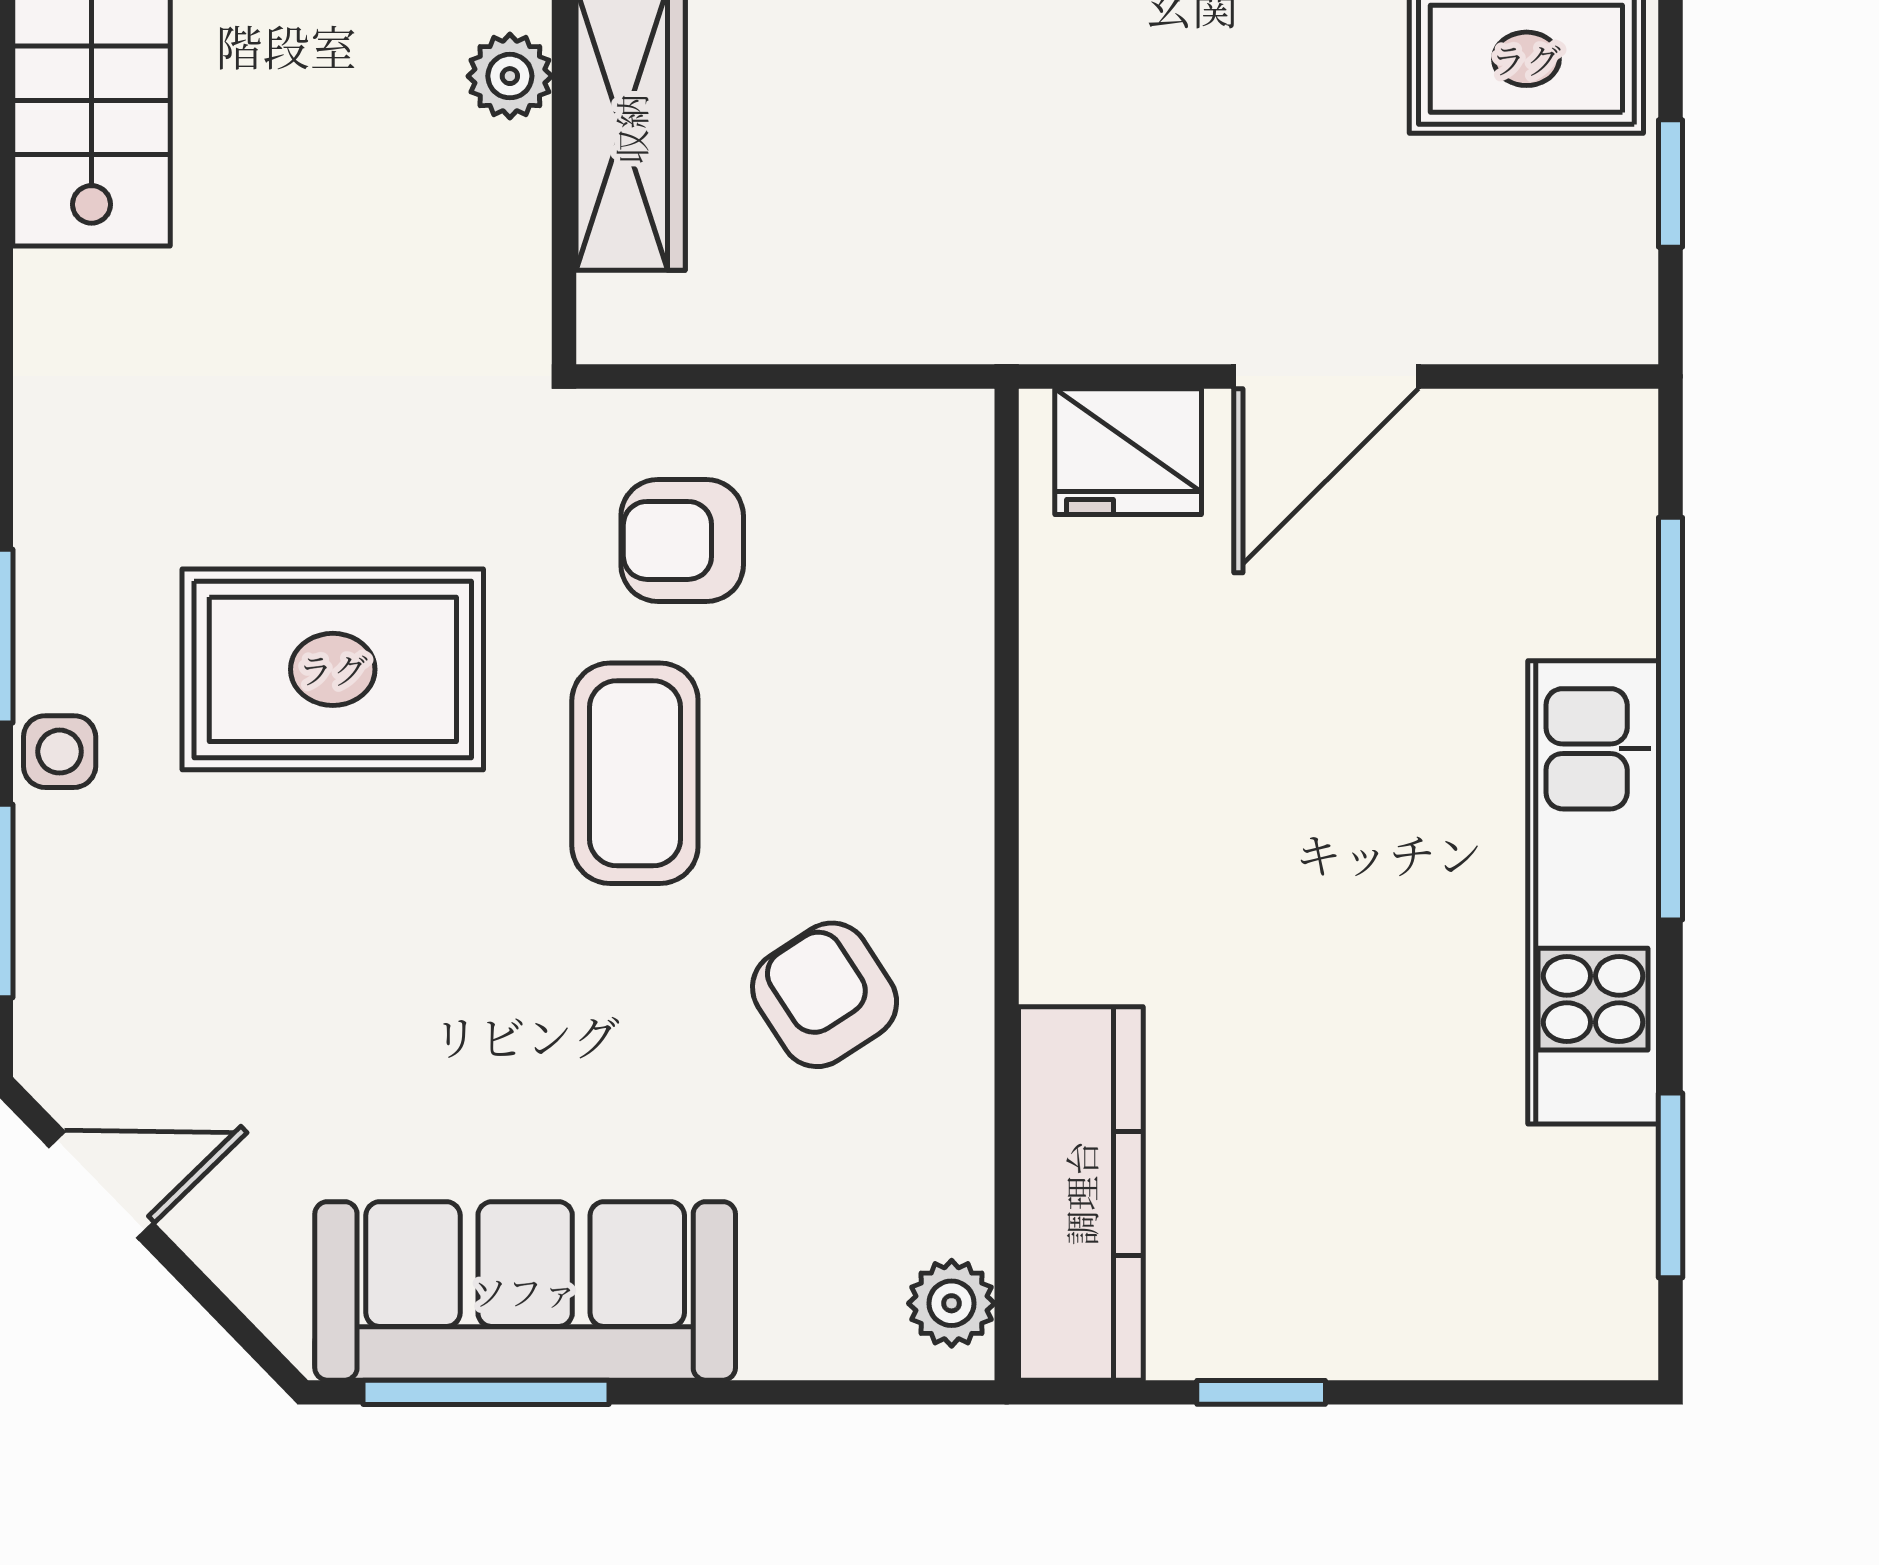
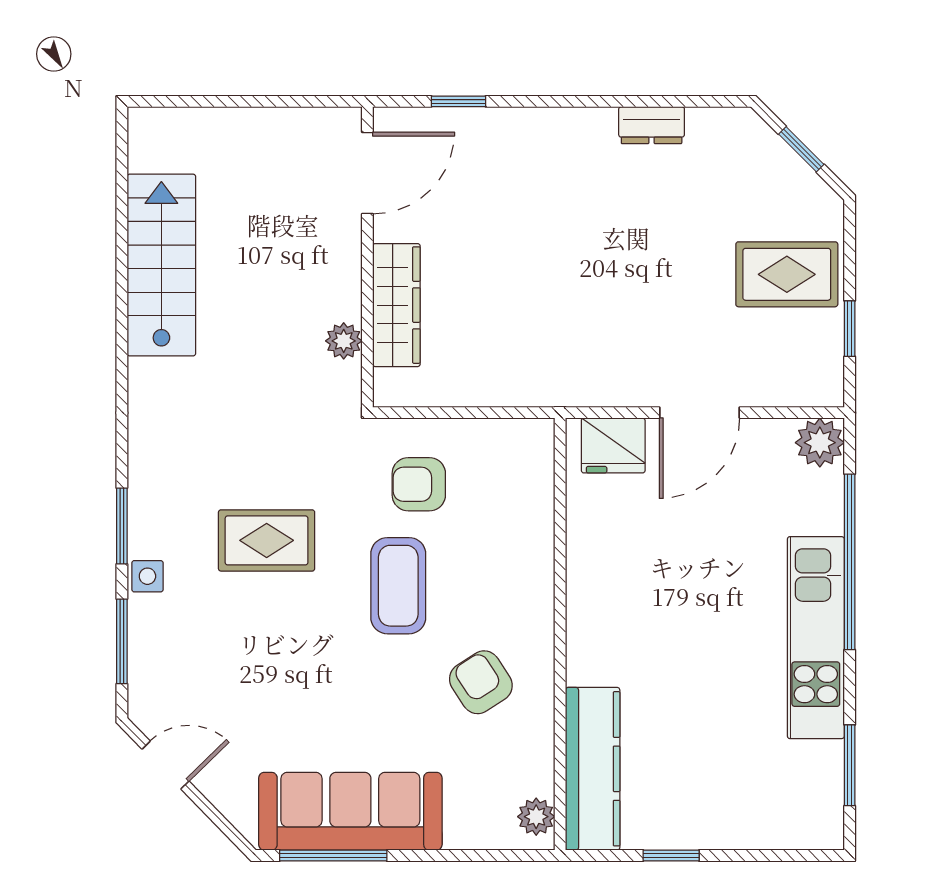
plant: (510, 76) -> (344, 341), moved
plant: (1602, 445) -> (820, 443), added
rug: (333, 669) -> (267, 540), width x0.73, depth x0.70

